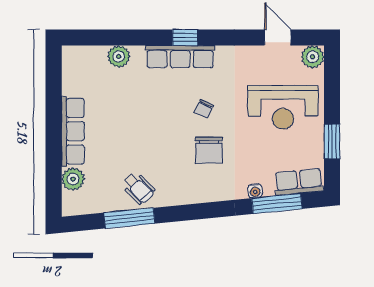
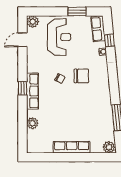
plant: (73, 179) -> (109, 147), moved
wheelchair: (138, 188) -> (101, 113), removed
window: (277, 204) -> (109, 40), width x0.46

